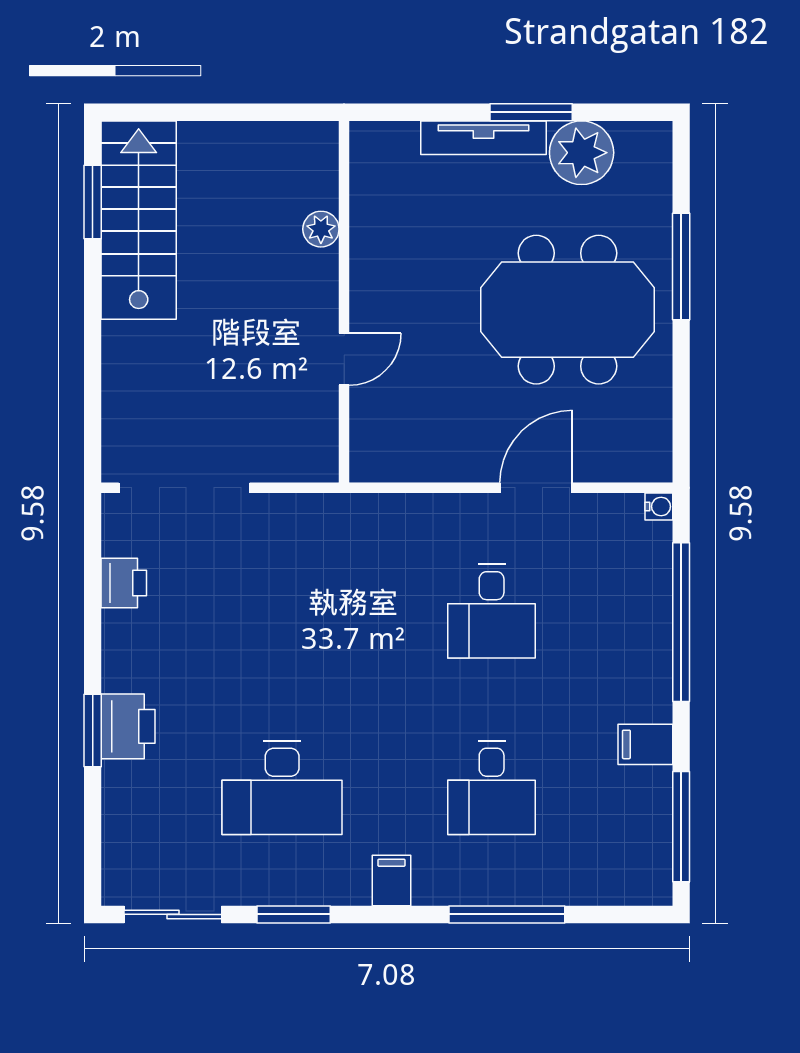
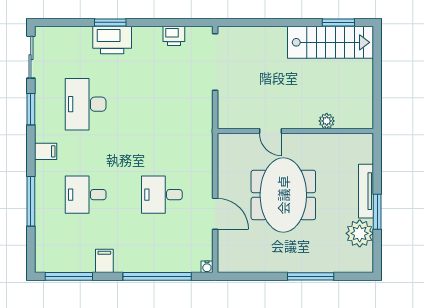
meeting table: (567, 310) -> (283, 195), moved
printer: (128, 726) -> (112, 40), width x1.37, depth x1.19

